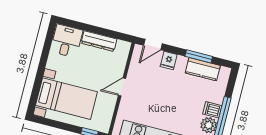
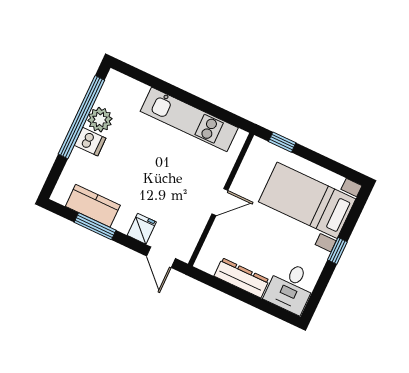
door: (153, 45) -> (161, 257), swing flipped
window: (41, 70) -> (337, 251), added

